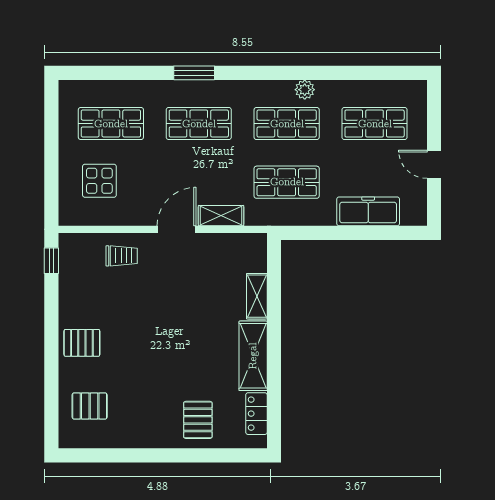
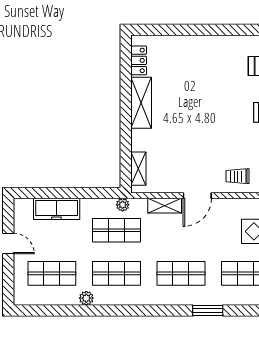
window: (194, 73) -> (208, 311), moved
plant: (305, 90) -> (86, 298), moved
plant: (278, 217) -> (123, 205), added
shelving: (257, 296) -> (138, 169), moved
pallet: (198, 420) -> (182, 56), removed

